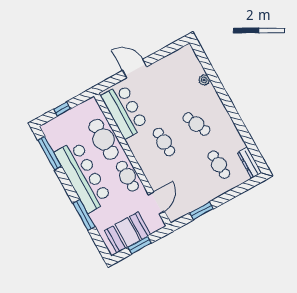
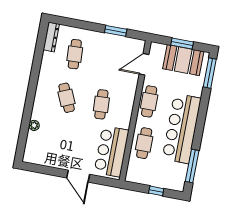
cafe table: (104, 139) -> (144, 143), width x0.73, depth x0.74
window: (84, 215) -> (210, 73), moved

